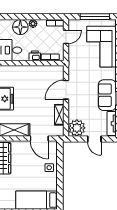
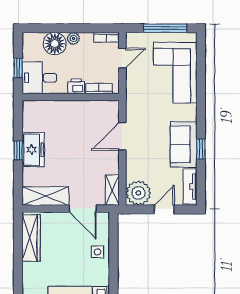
shelving: (59, 115) -> (112, 190), moved
door: (94, 139) -> (164, 209), swing flipped

